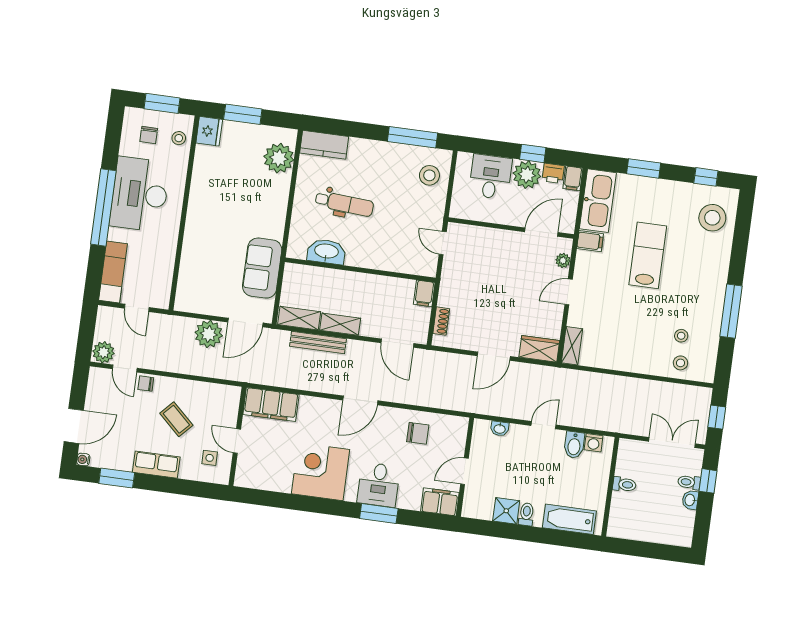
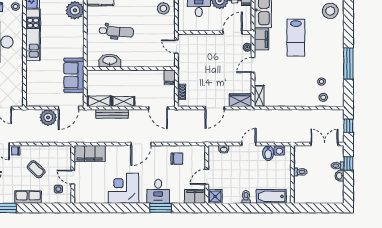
kitchen unit: (202, 190) -> (33, 35), added
filing cabinet: (590, 241) -> (261, 39), width x2.00
lab bench: (648, 255) -> (296, 38), turned 180
shower: (506, 511) -> (215, 196), moved

